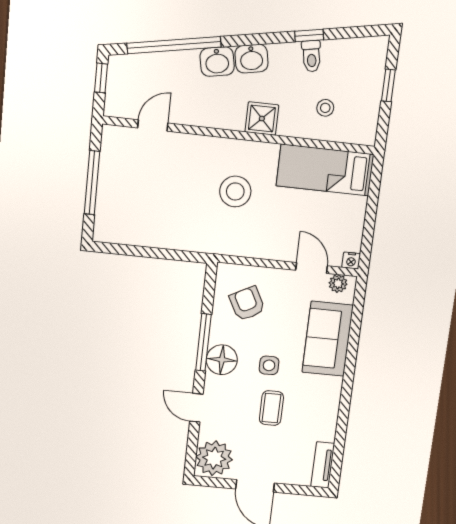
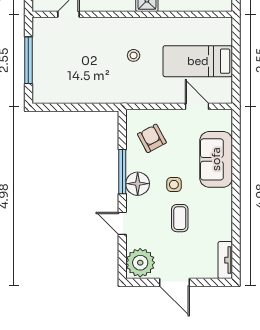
bed: (325, 170) -> (198, 61), moved
stool: (235, 192) -> (134, 55), width x0.53, depth x0.53
nightstand: (351, 261) -> (226, 98), removed
plant: (338, 284) -> (218, 116), removed

